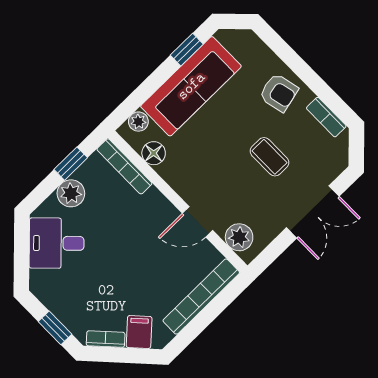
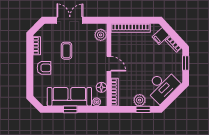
window: (187, 50) -> (70, 109), moved
armchair: (279, 93) -> (44, 68), turned 103
window: (71, 164) -> (143, 109), moved
door: (198, 222) -> (109, 64), moved
desk: (57, 243) -> (162, 86), width x1.37

